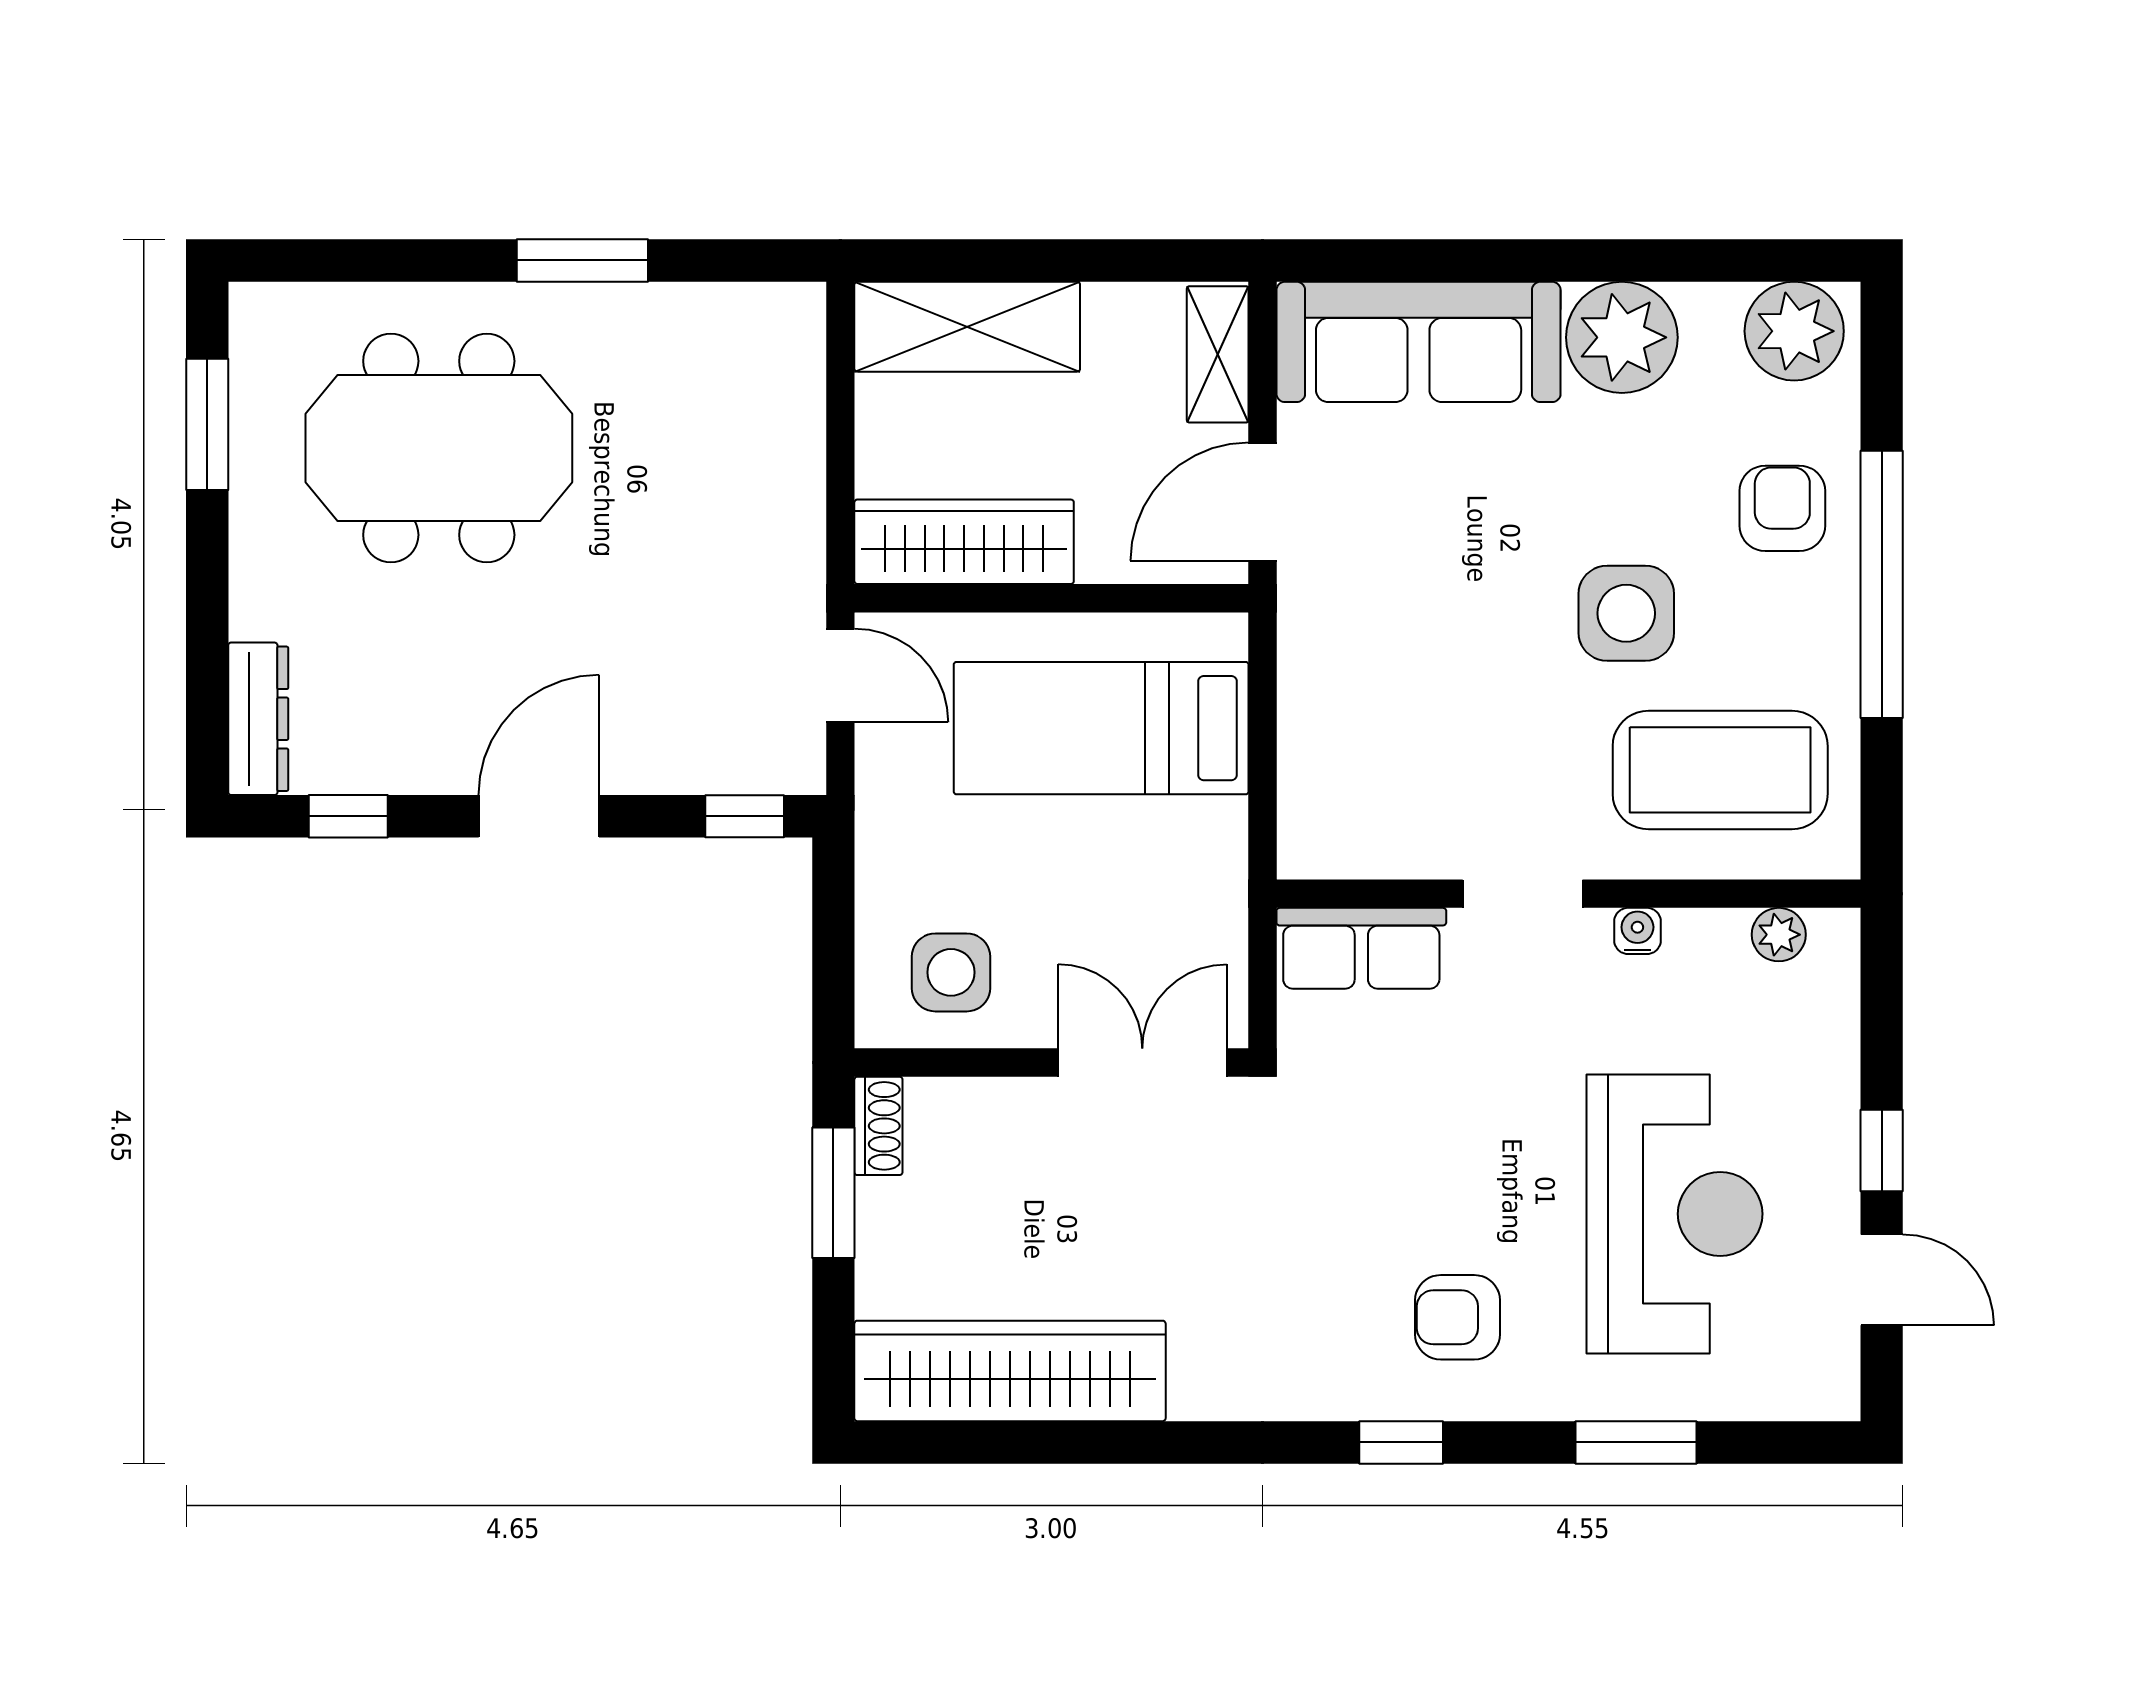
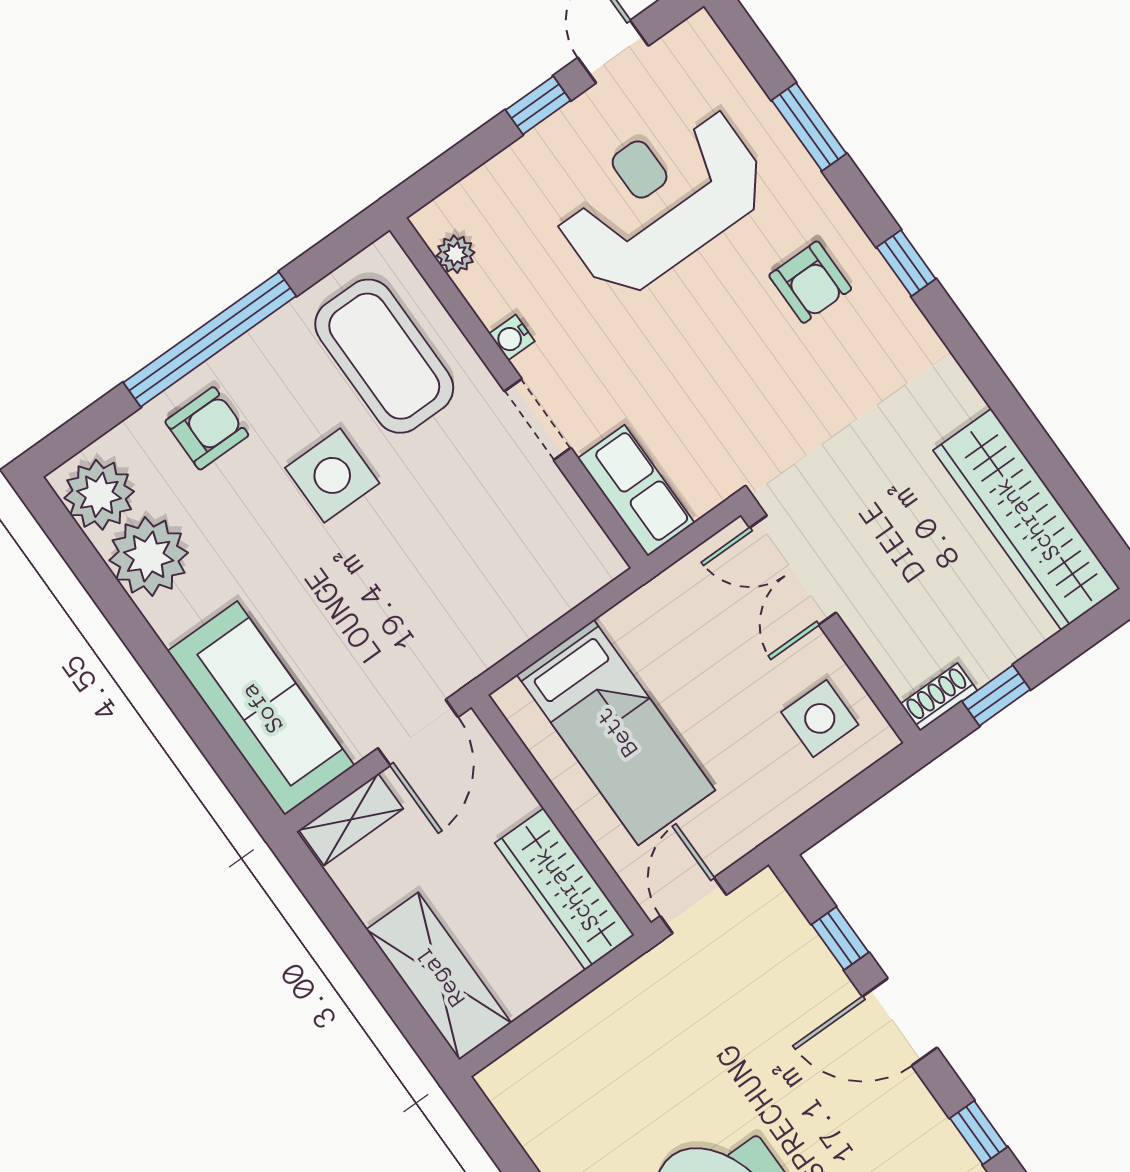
plant: (1622, 337) -> (149, 556), moved
door: (1263, 502) -> (418, 733), hinge flipped
armchair: (1782, 508) -> (207, 428), turned 180
window: (745, 816) -> (840, 938), moved
window: (833, 1193) -> (996, 696), width x0.67

